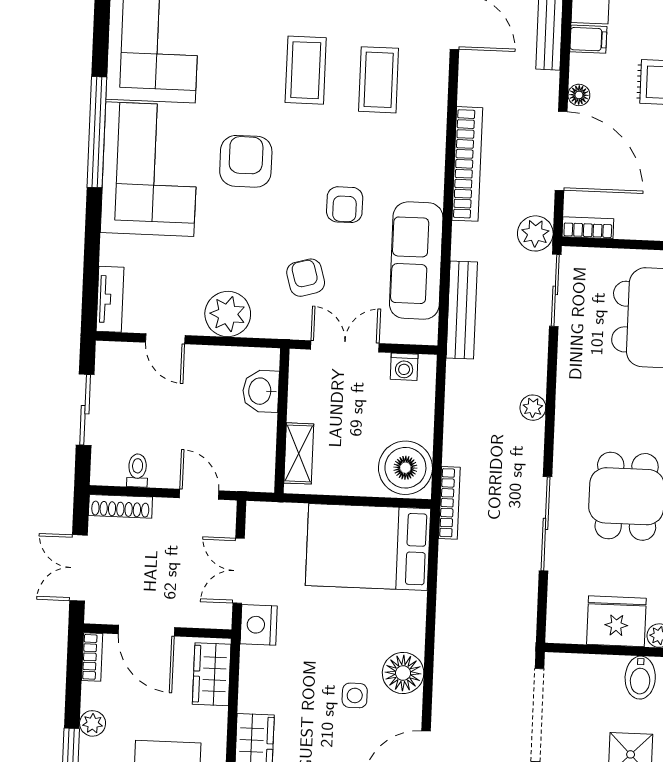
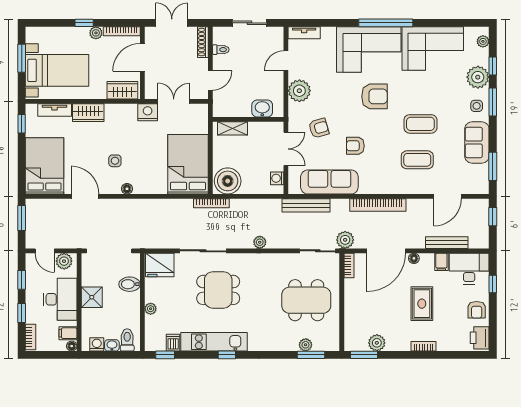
fridge: (616, 621) -> (160, 265), moved, turned 90
bookcase: (92, 657) -> (122, 31), width x1.56
floor lamp: (403, 673) -> (127, 189), width x0.53, depth x0.53
bidet: (640, 678) -> (130, 284), moved

